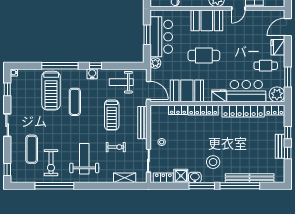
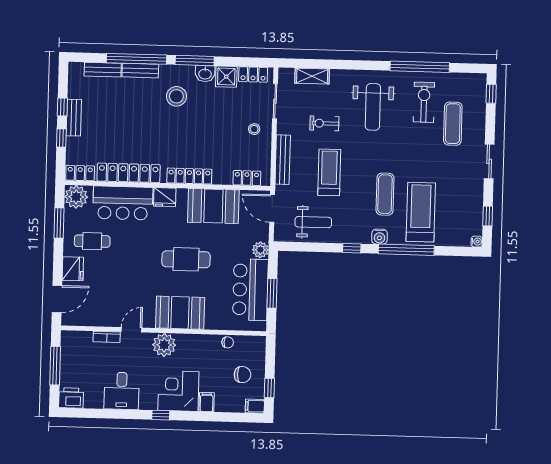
water cooler: (92, 74) -> (380, 237), moved
locker: (178, 110) -> (247, 178), moved

